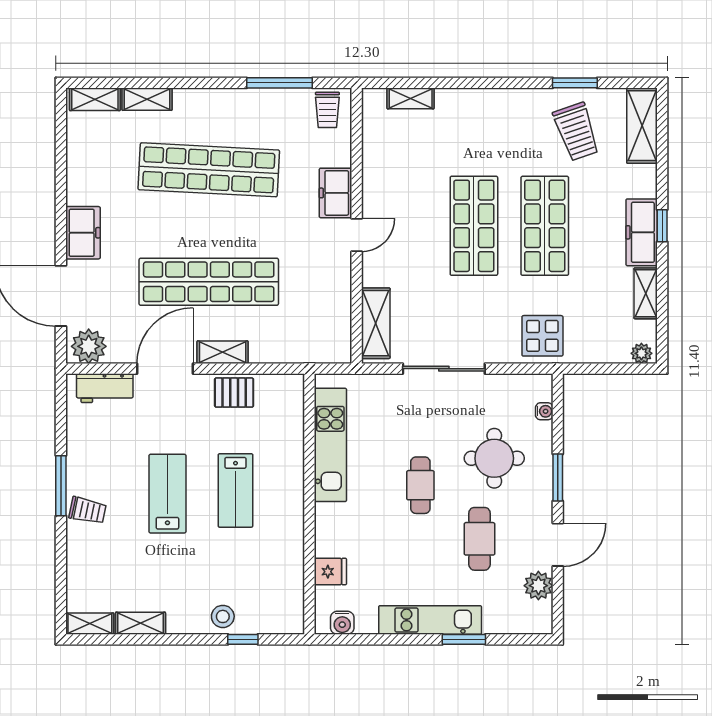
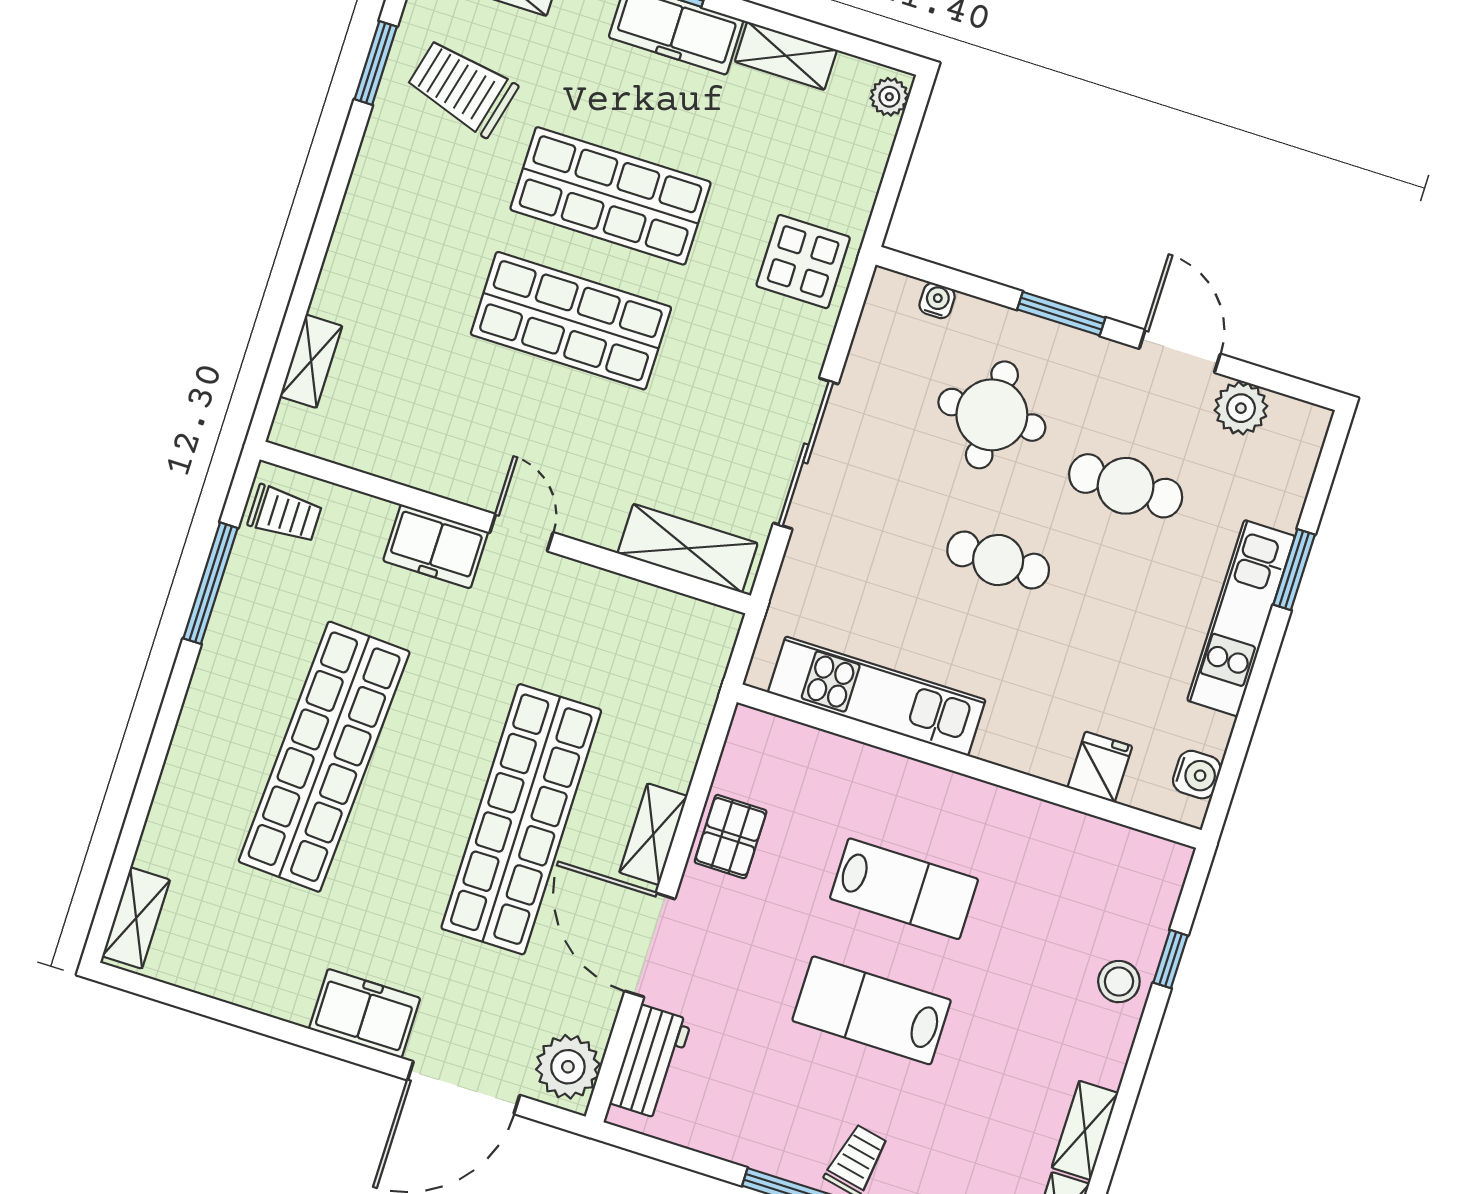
shelving: (147, 99) -> (165, 826), removed
trolley: (576, 132) -> (462, 87), turned -147

